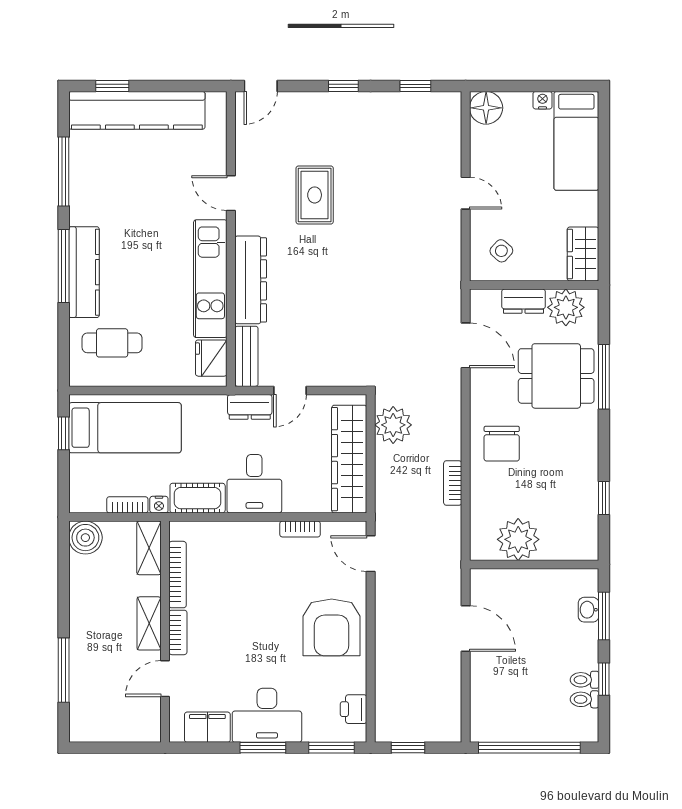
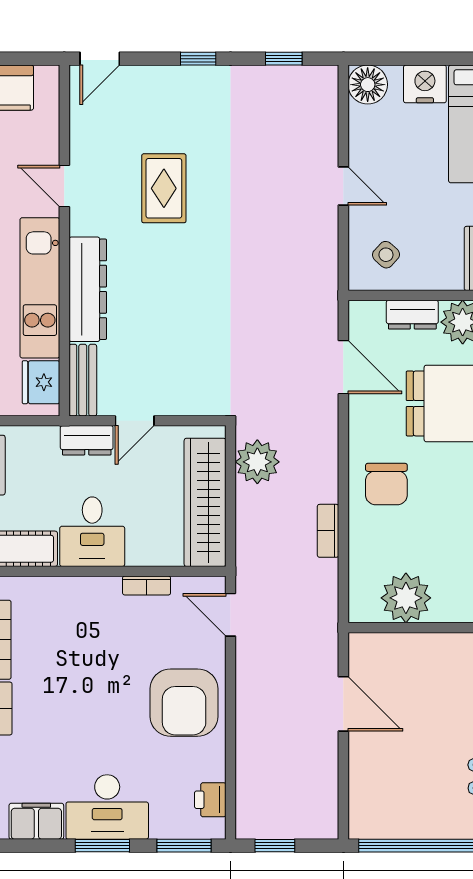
nightstand: (542, 100) -> (425, 84), width x1.89, depth x1.79

